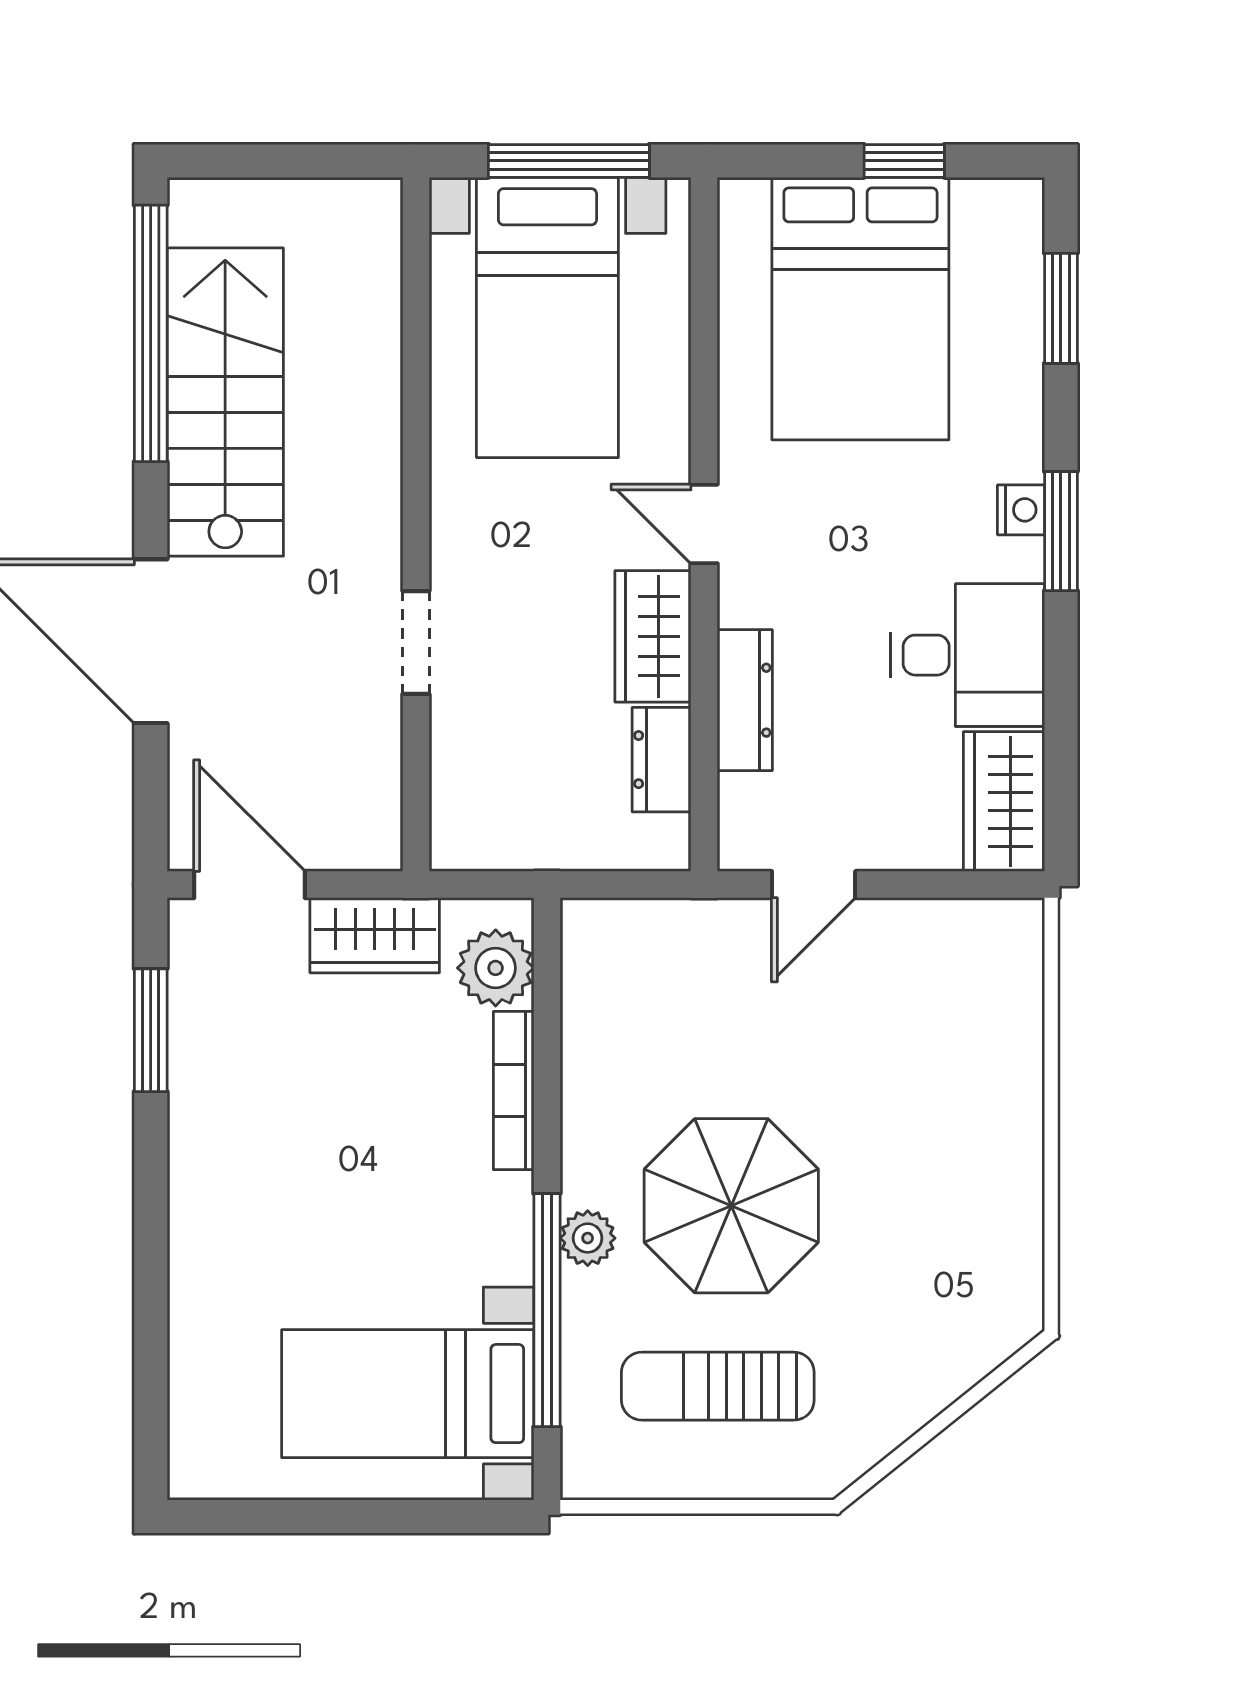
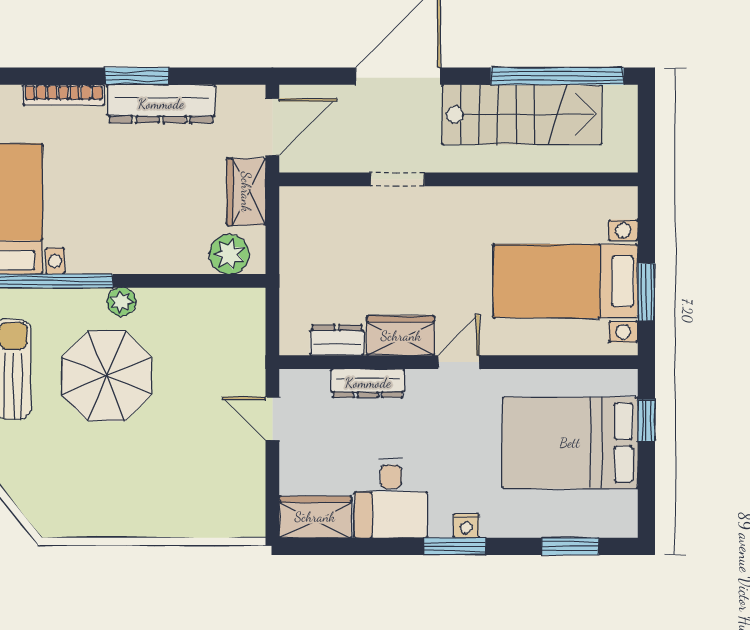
window: (569, 161) -> (646, 292), width x0.69
window: (904, 161) -> (646, 421), moved
wall: (416, 524) -> (459, 179), moved
doorway: (416, 642) -> (397, 179), moved
window: (151, 1030) -> (137, 76), moved
bookcase: (514, 1091) -> (64, 95), moved, turned 180
dresser: (204, 1100) -> (161, 104), added
plant: (588, 1238) -> (121, 302), moved

